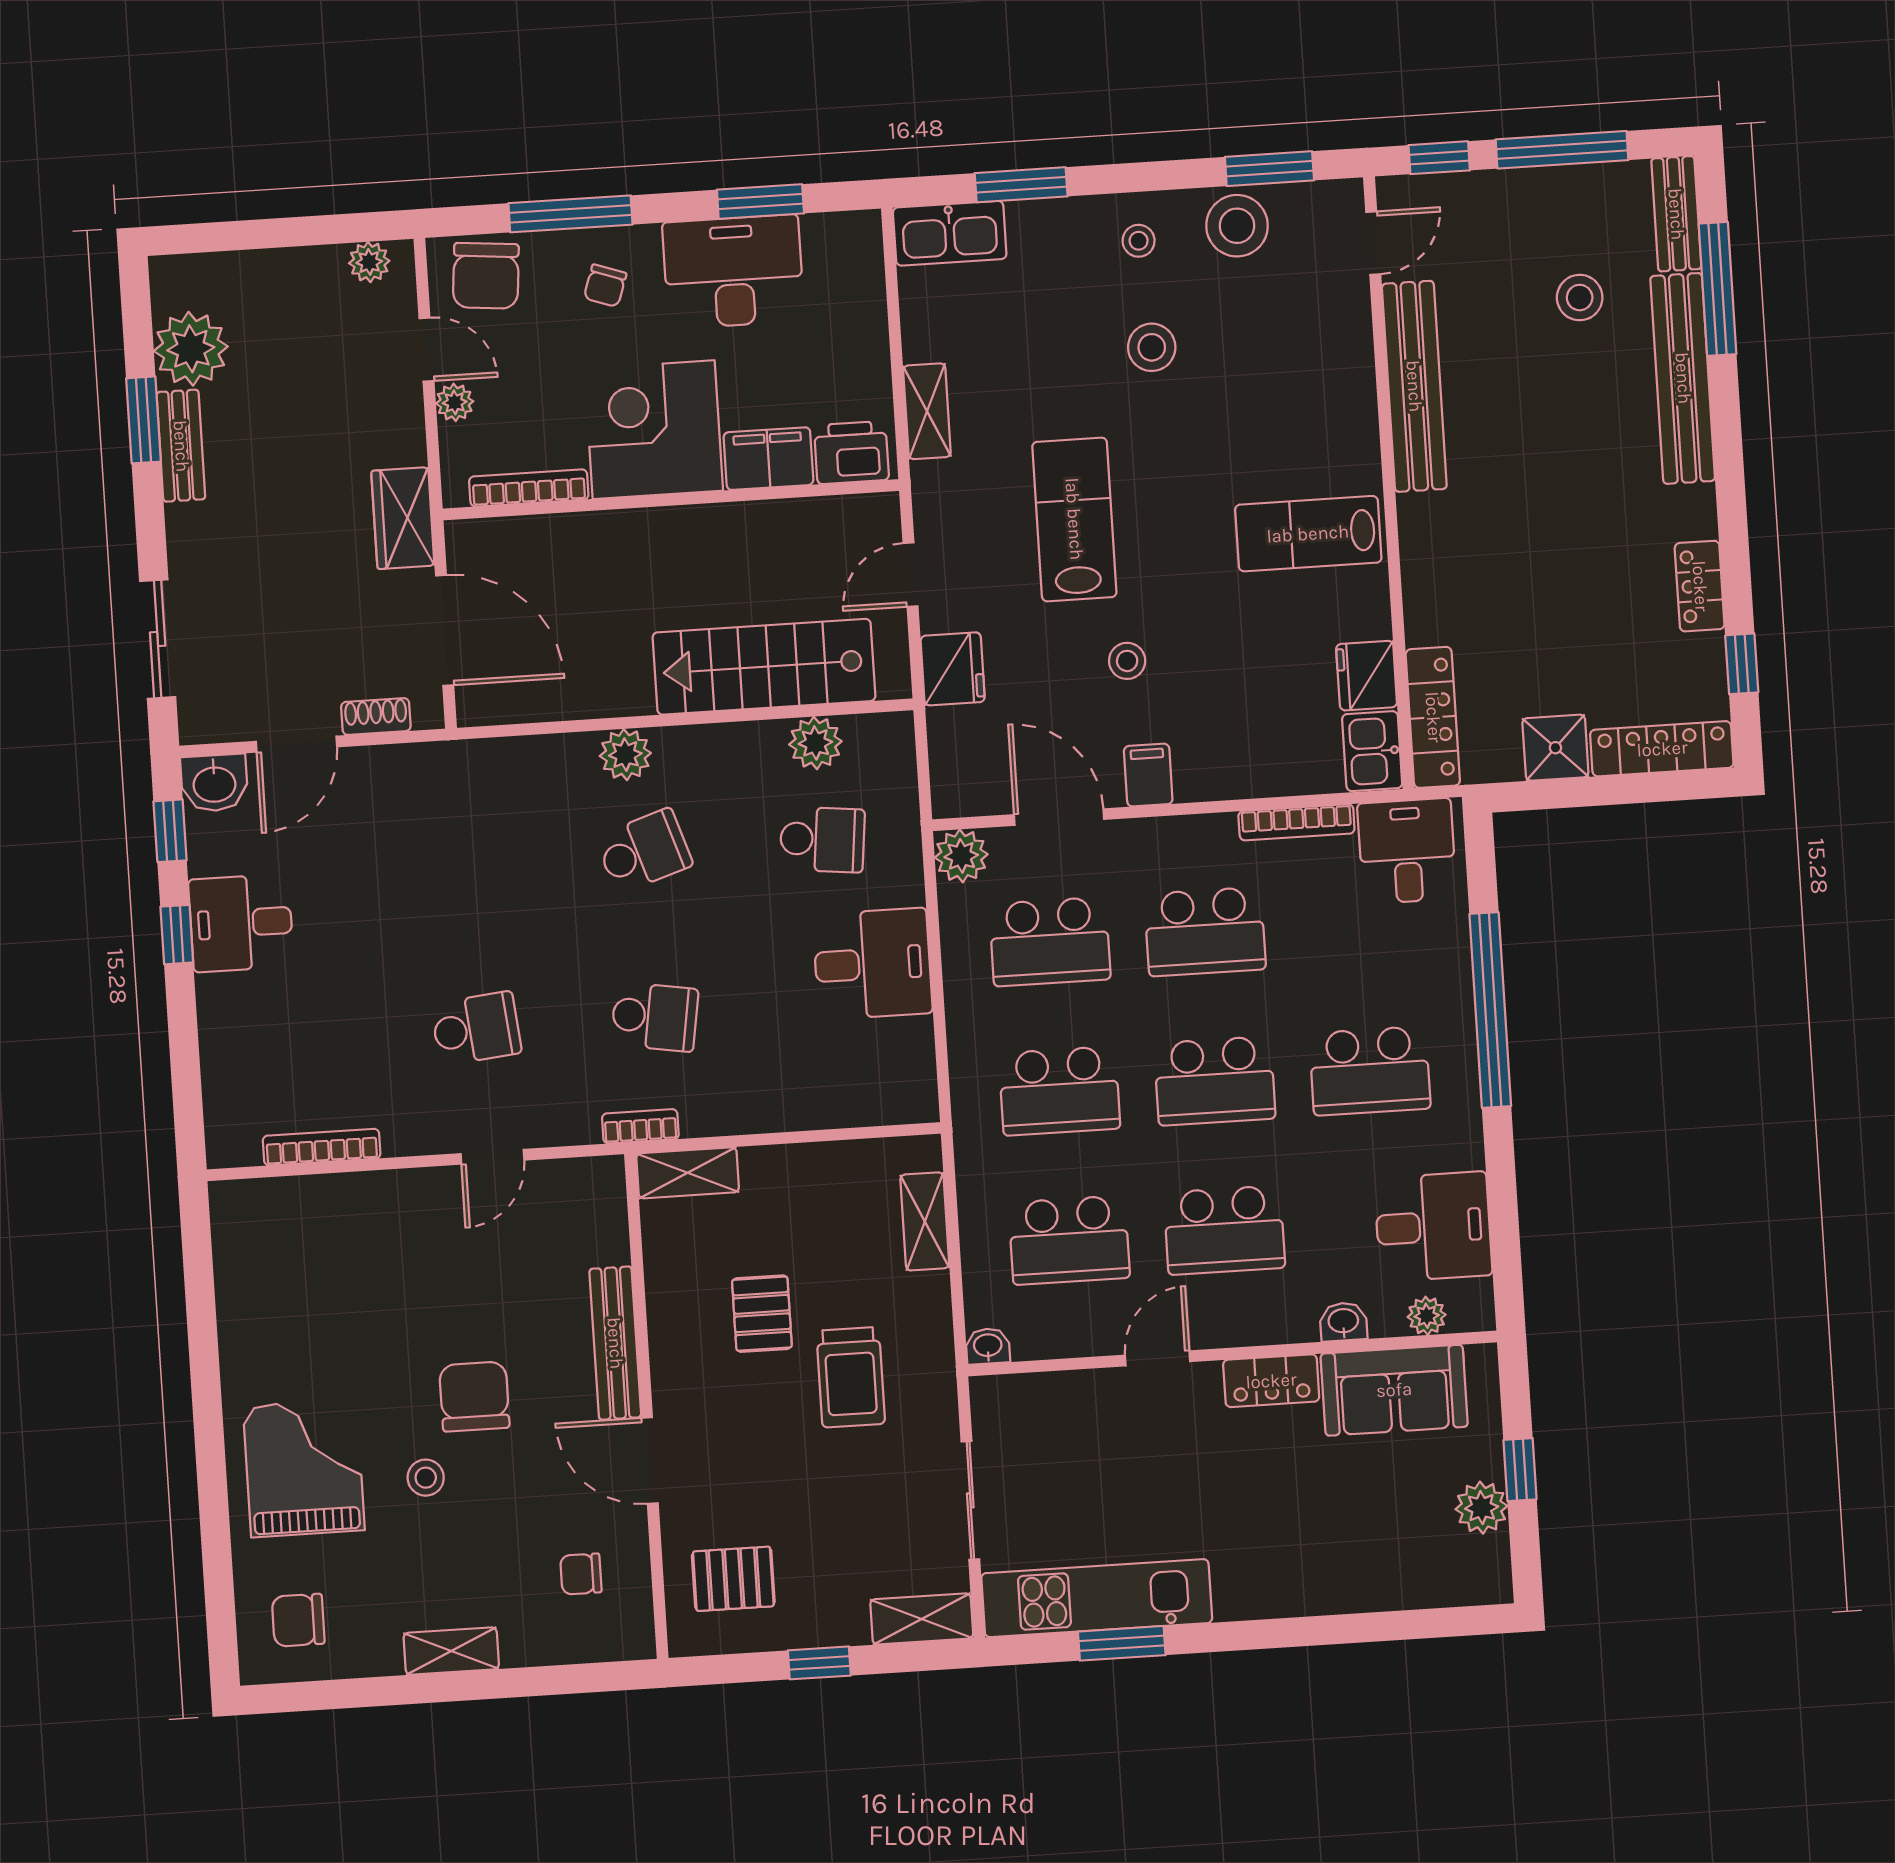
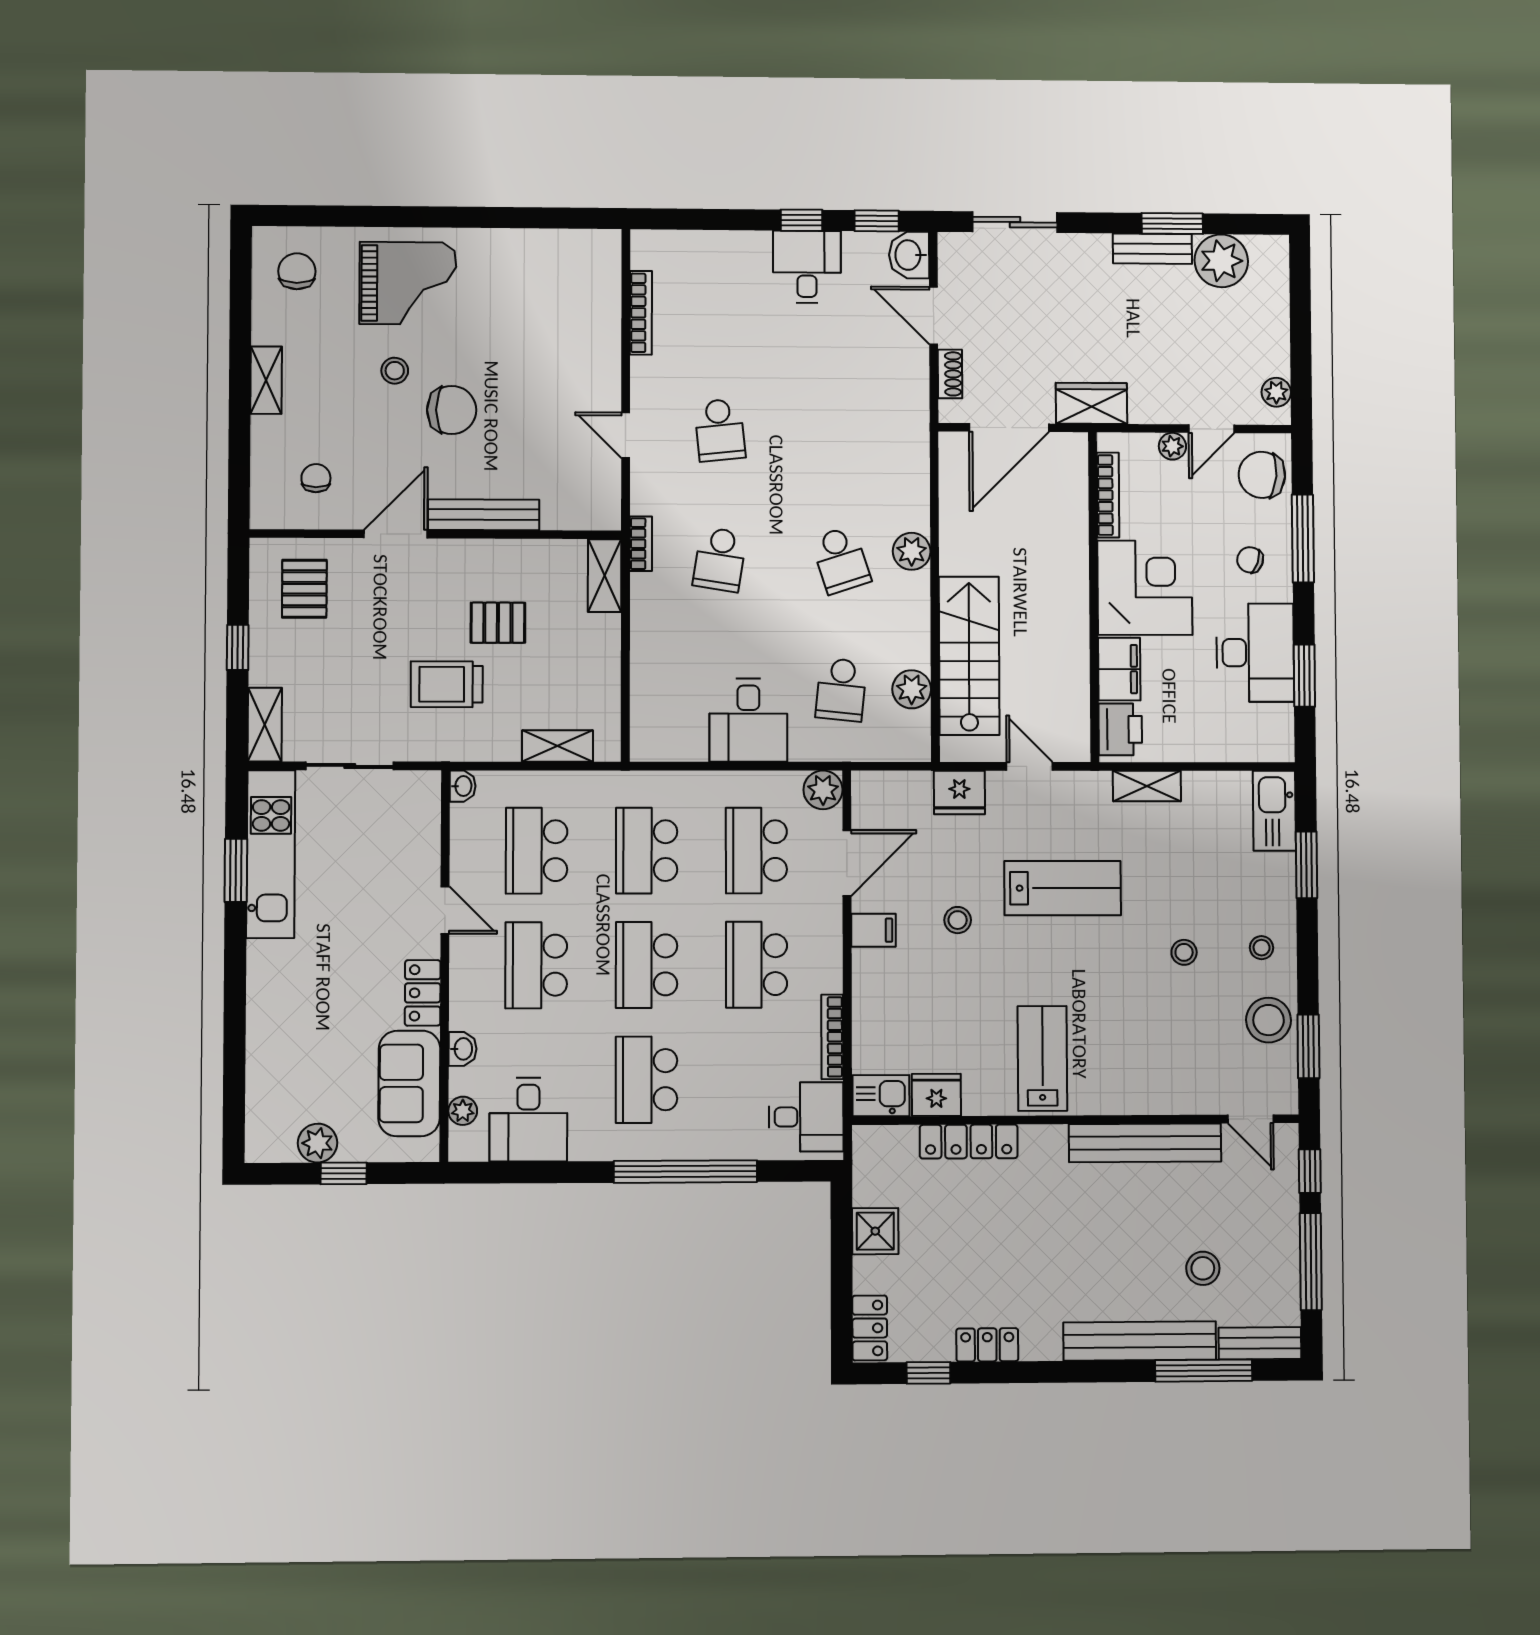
stool: (1152, 347) -> (1184, 952), width x0.73, depth x0.73
locker: (1433, 717) -> (969, 1142), moved
locker: (1662, 749) -> (870, 1328), width x0.66

